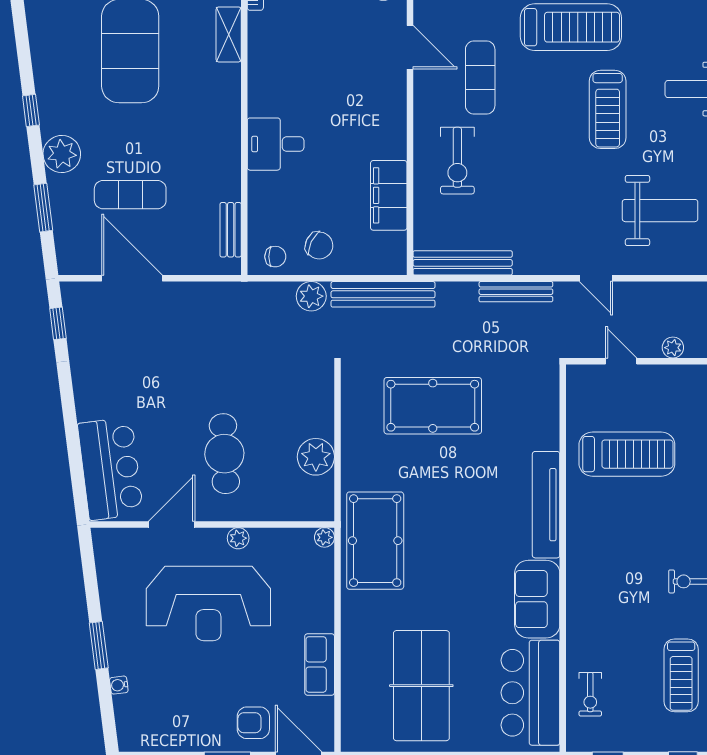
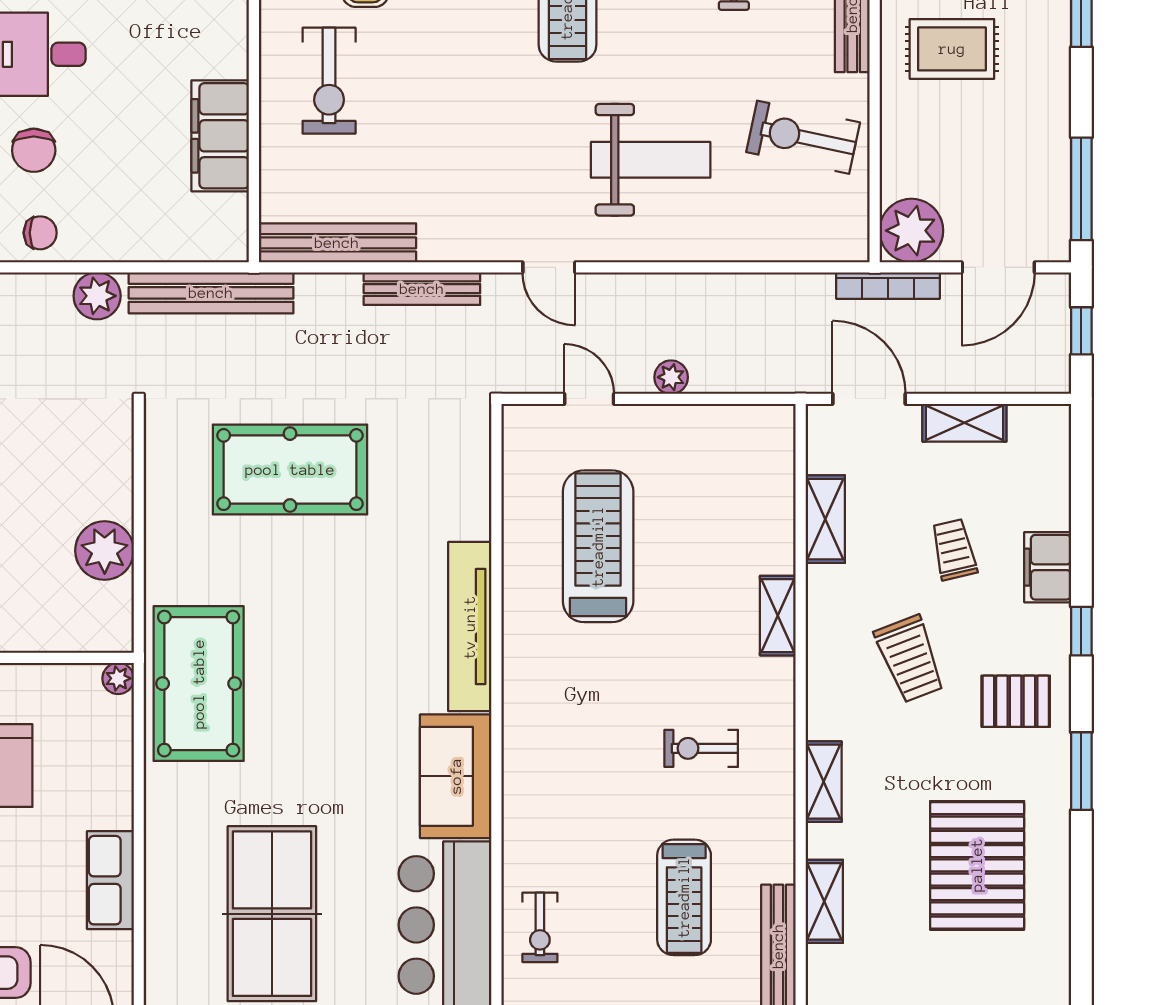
chair: (319, 245) -> (34, 150), moved, turned 64
treadmill: (627, 454) -> (598, 546), turned -90

